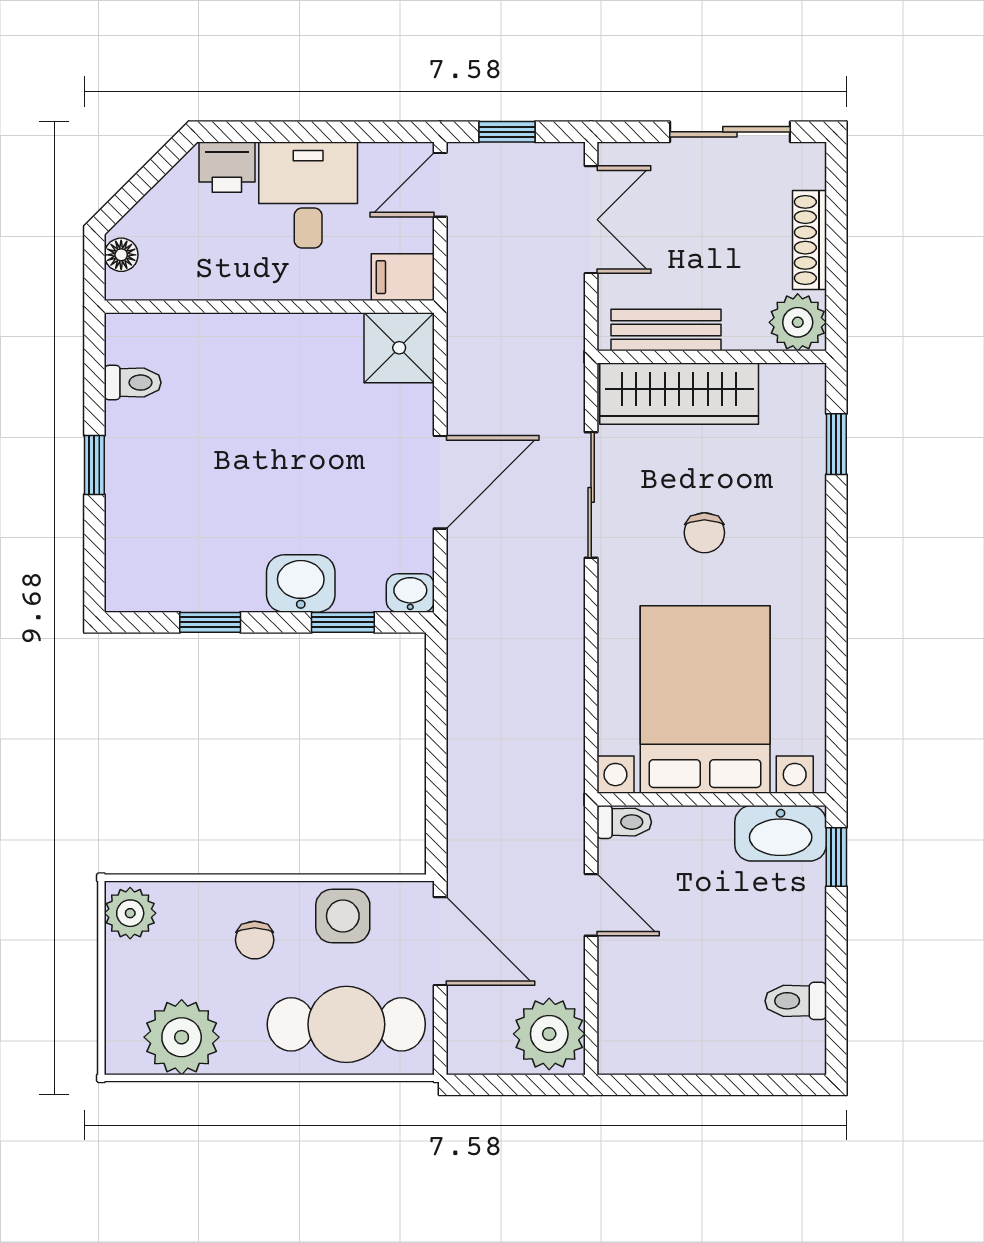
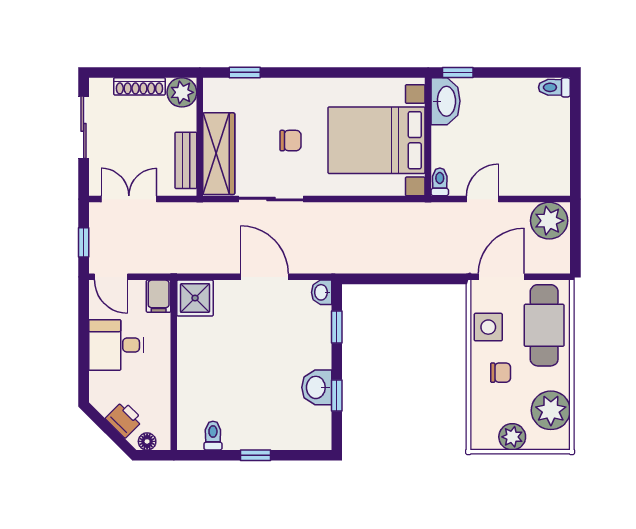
printer: (227, 167) -> (124, 419), moved, turned -45
washbasin: (301, 584) -> (317, 387), moved
plant: (130, 913) -> (512, 437), moved
toilet: (796, 1001) -> (554, 87), moved, turned 90

